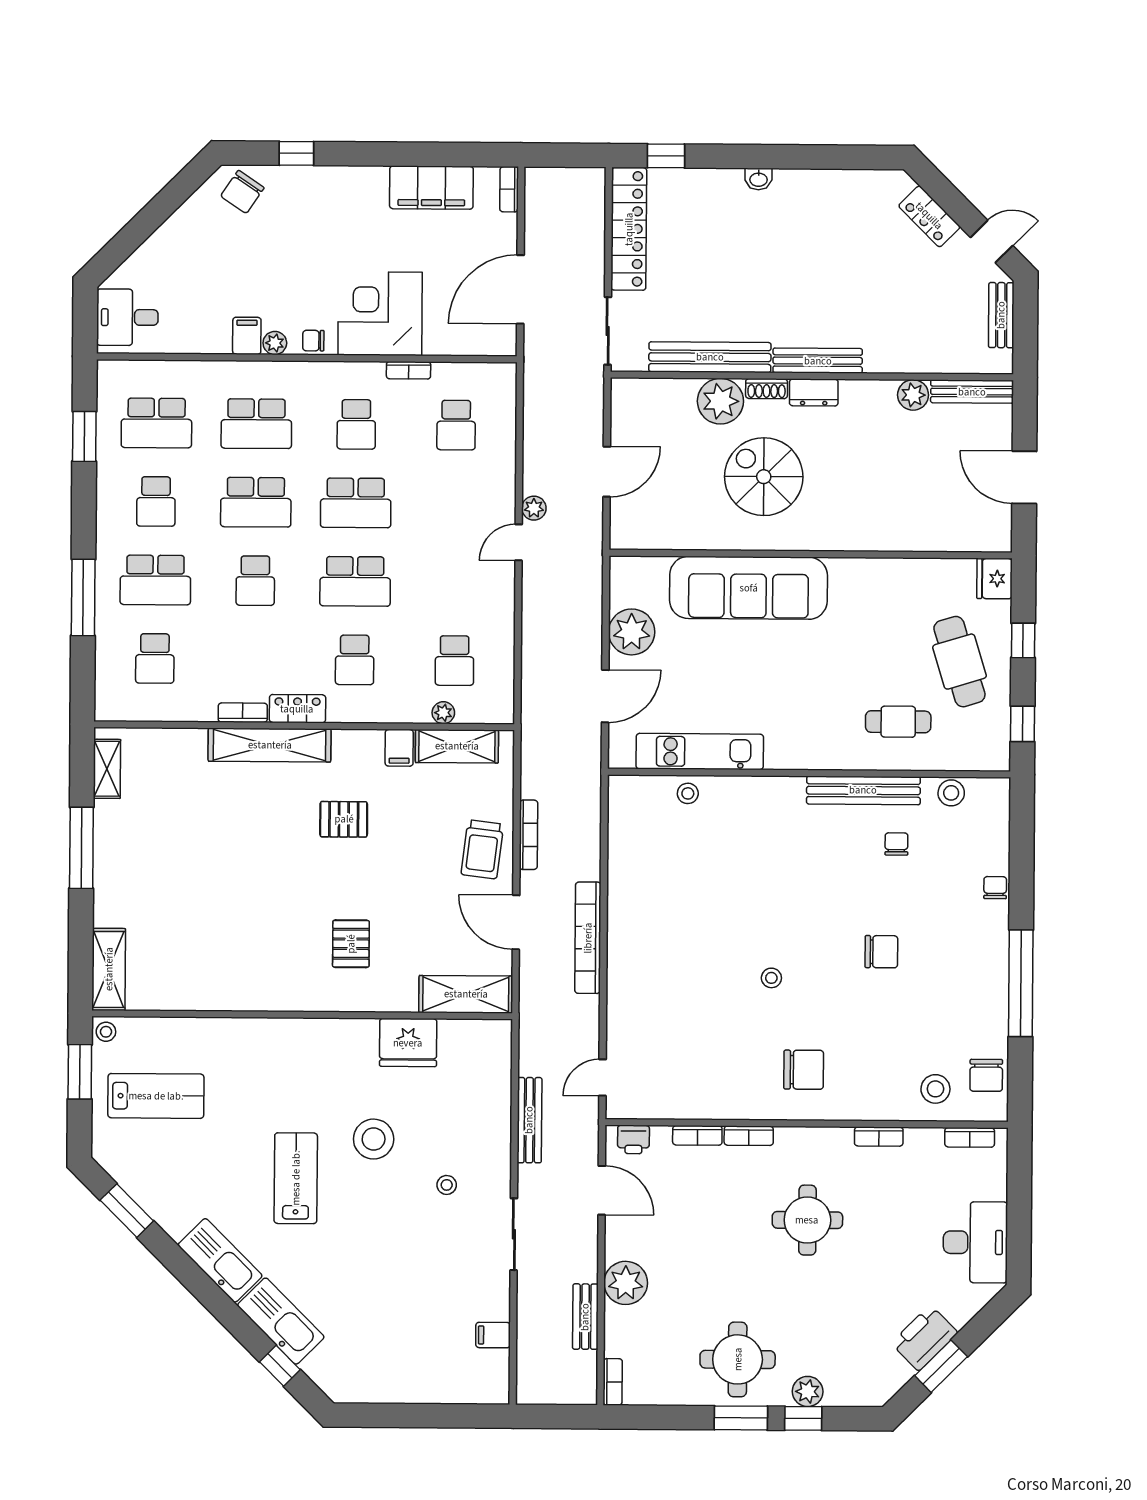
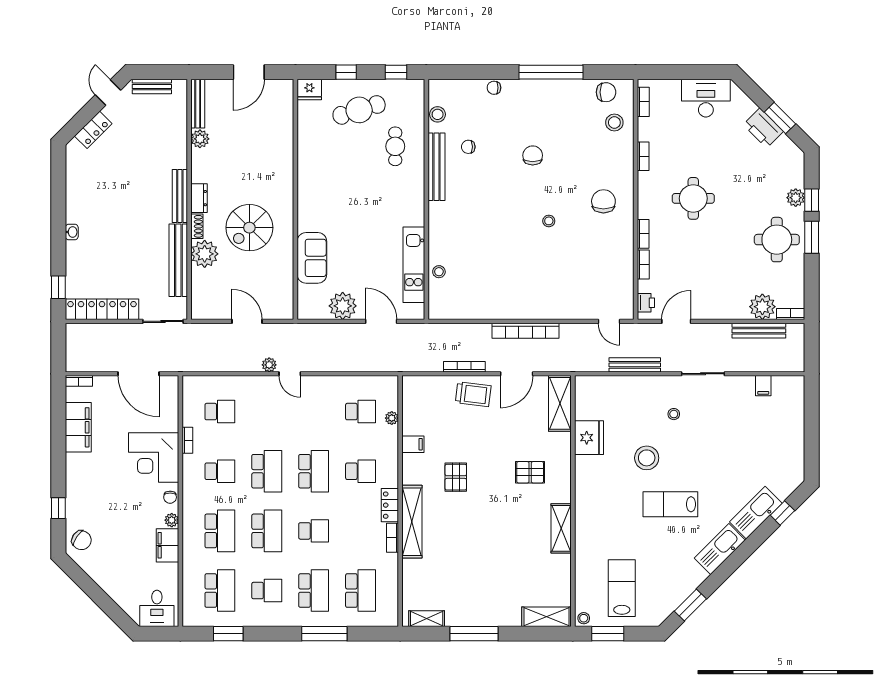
filing cabinet: (247, 336) -> (167, 545), width x2.00
sofa: (749, 588) -> (312, 258), width x0.54, depth x0.79
school desk: (155, 658) -> (361, 591), width x1.85
shelving: (457, 746) -> (561, 528), moved
plant: (626, 1283) -> (762, 307), moved
bench: (585, 1317) -> (759, 331), width x1.36

